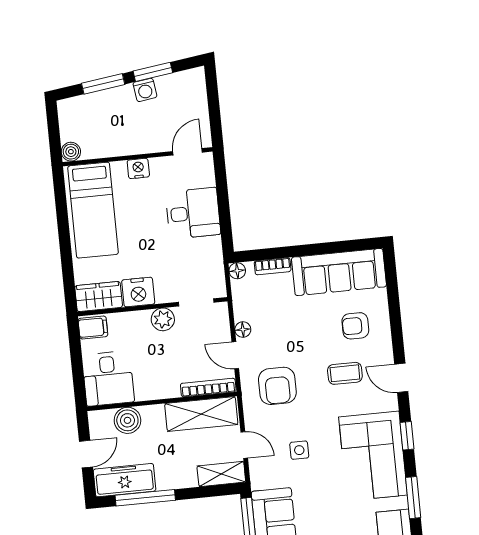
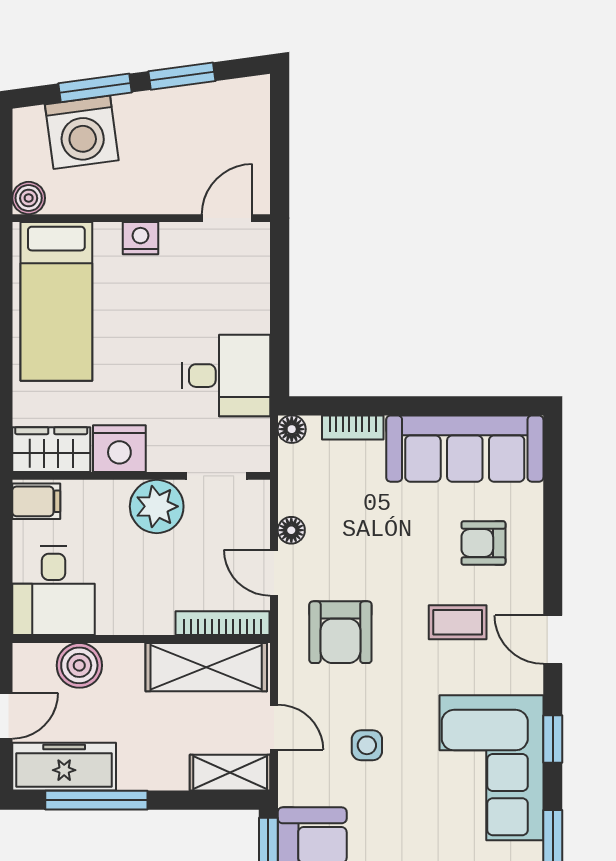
washing machine: (145, 90) -> (82, 132), moved, width x1.89, depth x1.89
desk: (193, 213) -> (226, 376), moved
plant: (163, 319) -> (157, 506), width x1.36, depth x1.36

